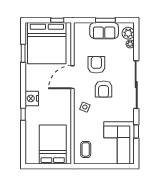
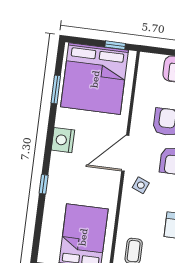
door: (72, 77) -> (125, 153), moved
nightstand: (32, 98) -> (63, 140), moved

